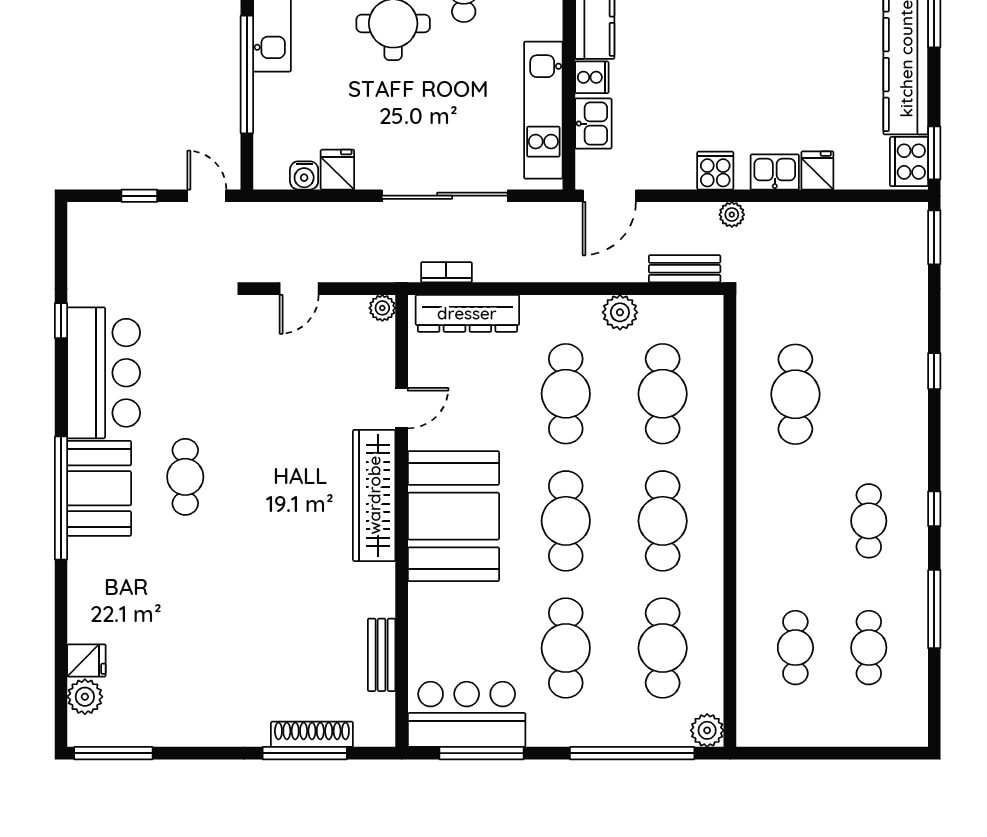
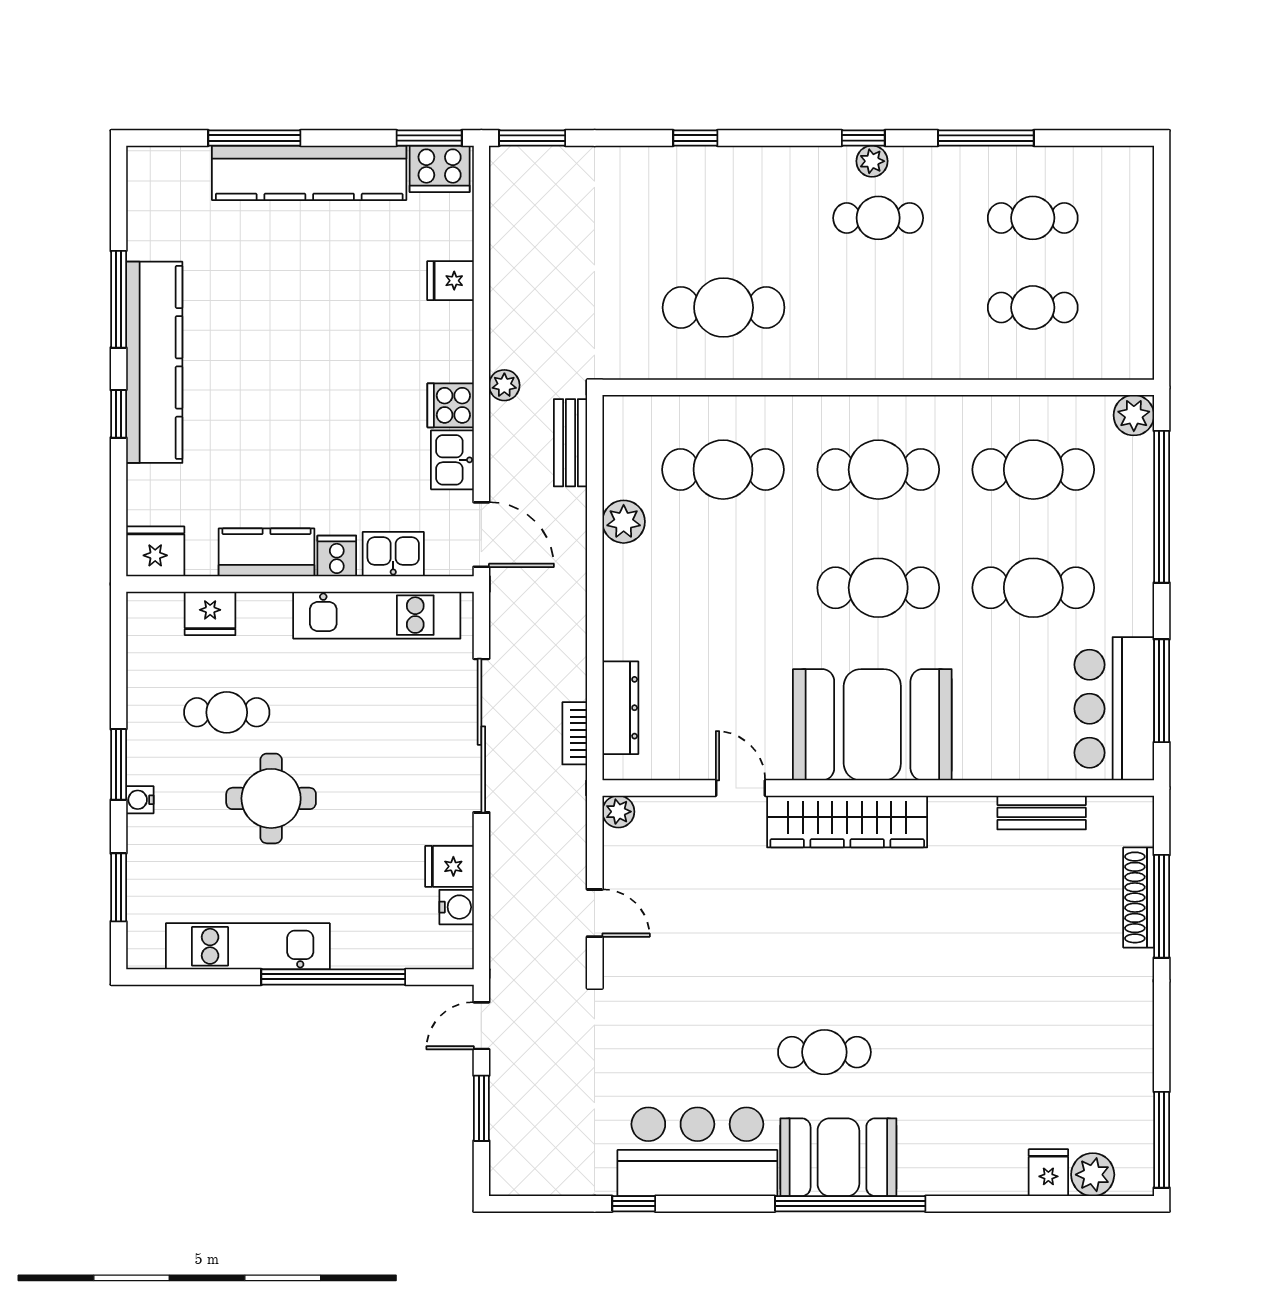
kitchen sink: (775, 172) -> (452, 460), moved
window: (139, 196) -> (481, 1108), width x1.50
dresser: (467, 313) -> (620, 708), width x0.73, depth x0.80
cafe table: (566, 394) -> (723, 588), removed
plant: (915, 516) -> (872, 161), added

